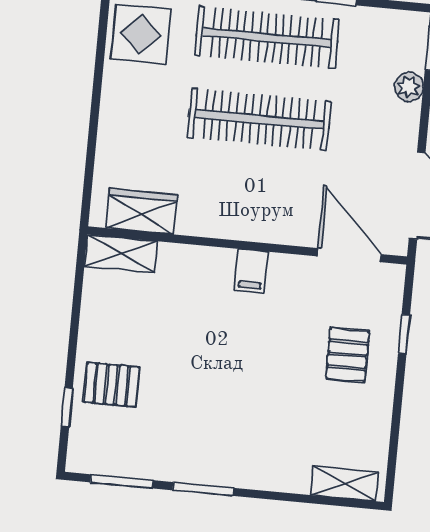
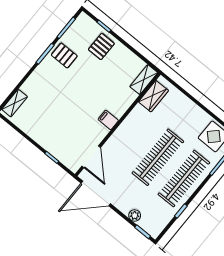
door: (349, 255) -> (91, 157), hinge flipped
pallet: (347, 355) -> (64, 56), moved

